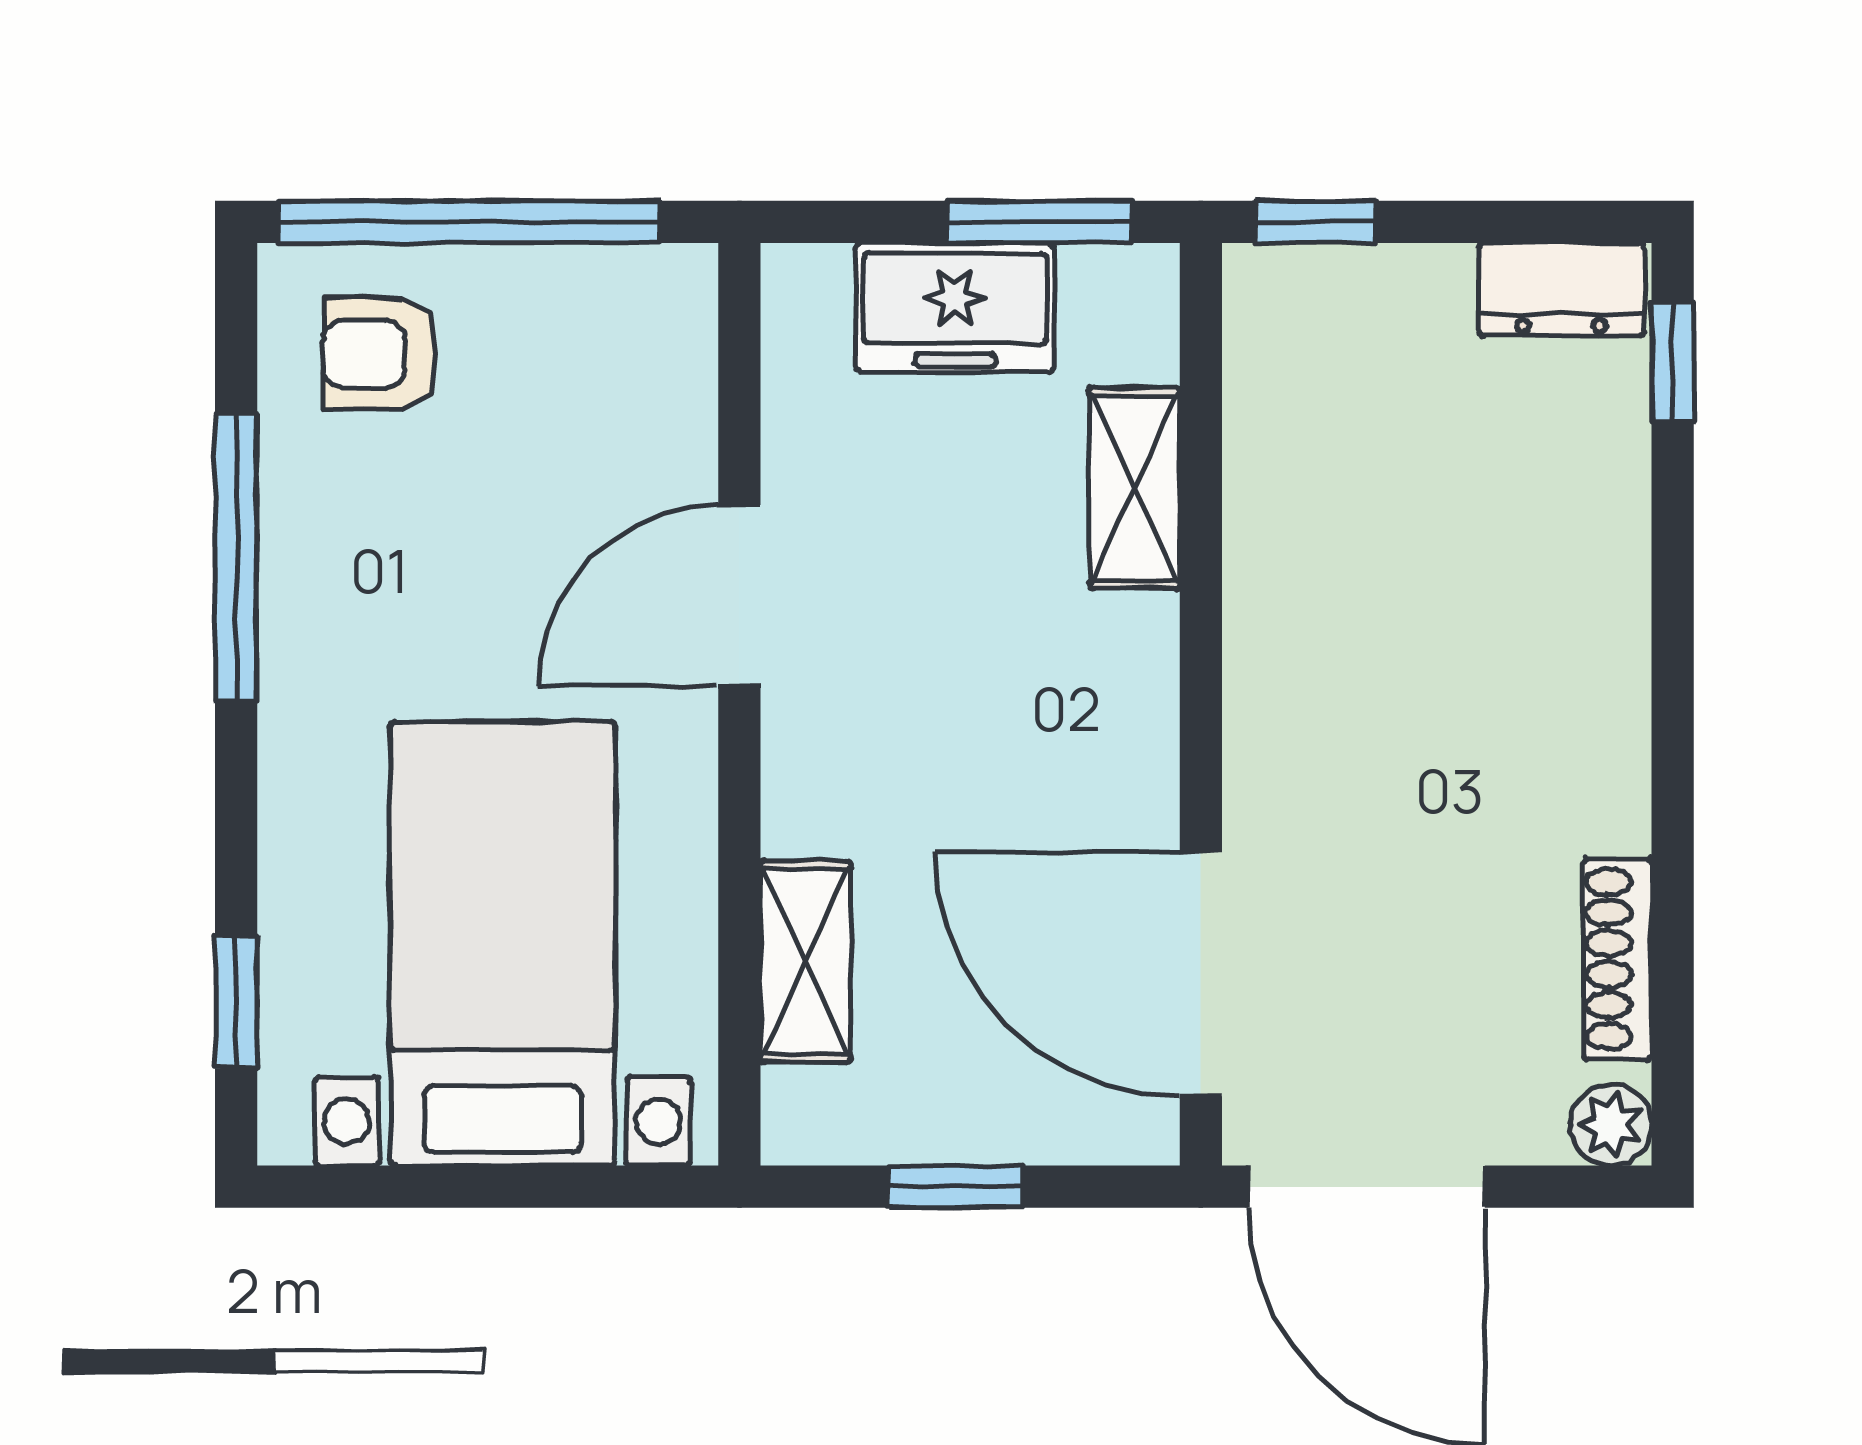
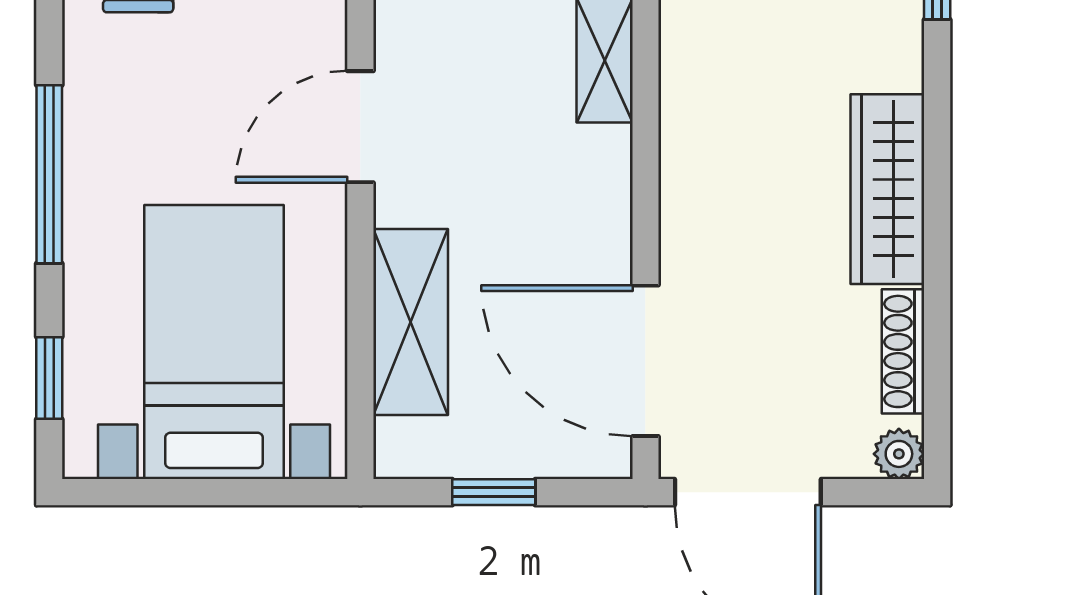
window: (236, 558) -> (49, 174), moved
wardrobe: (1592, 696) -> (887, 189), added
shelving: (806, 962) -> (411, 322), width x1.50, depth x1.33

